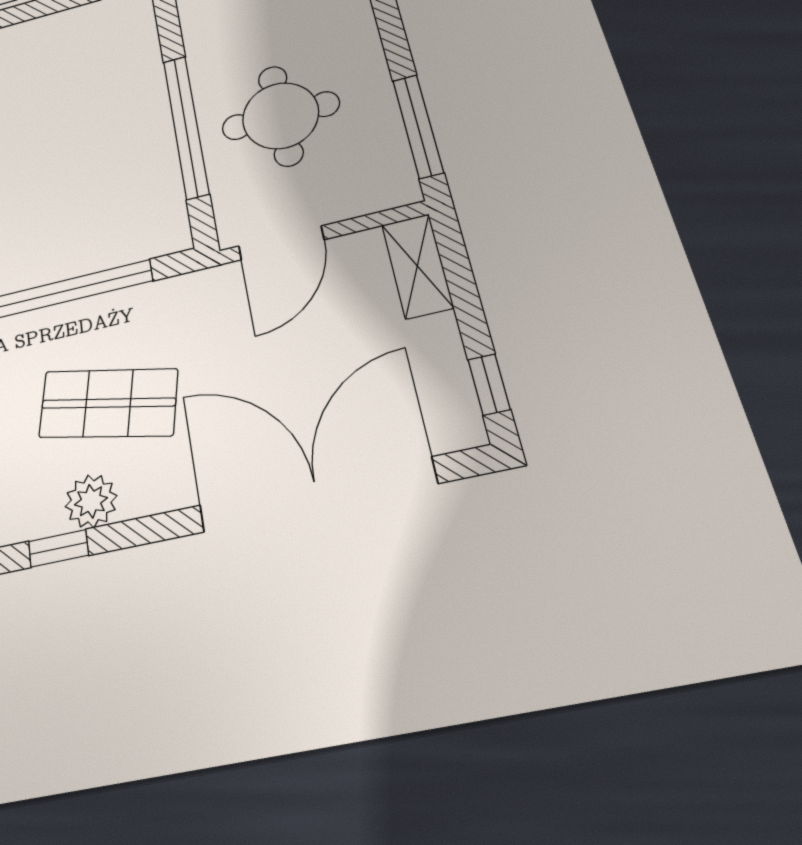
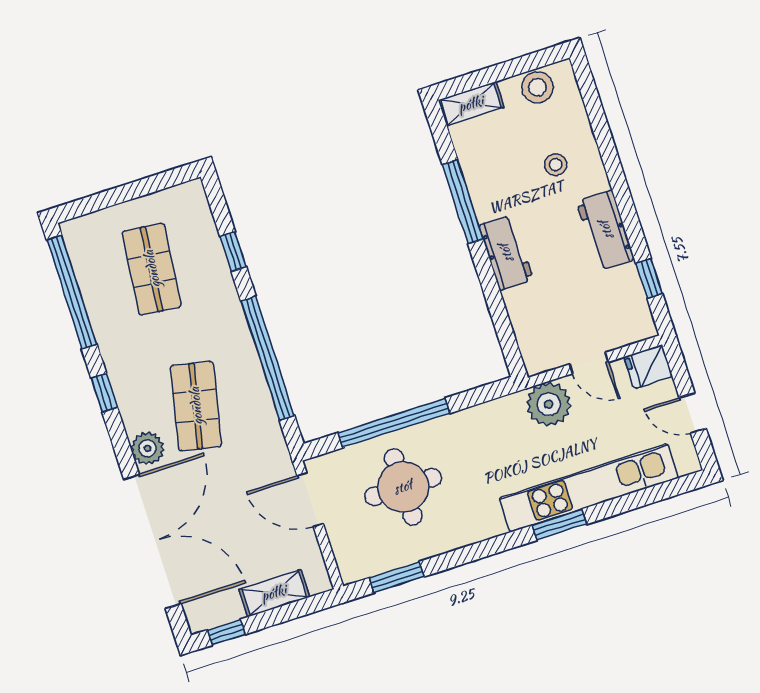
window: (418, 126) -> (397, 577), width x0.69
shelving: (417, 266) -> (274, 593), moved
plant: (91, 501) -> (148, 448), moved

